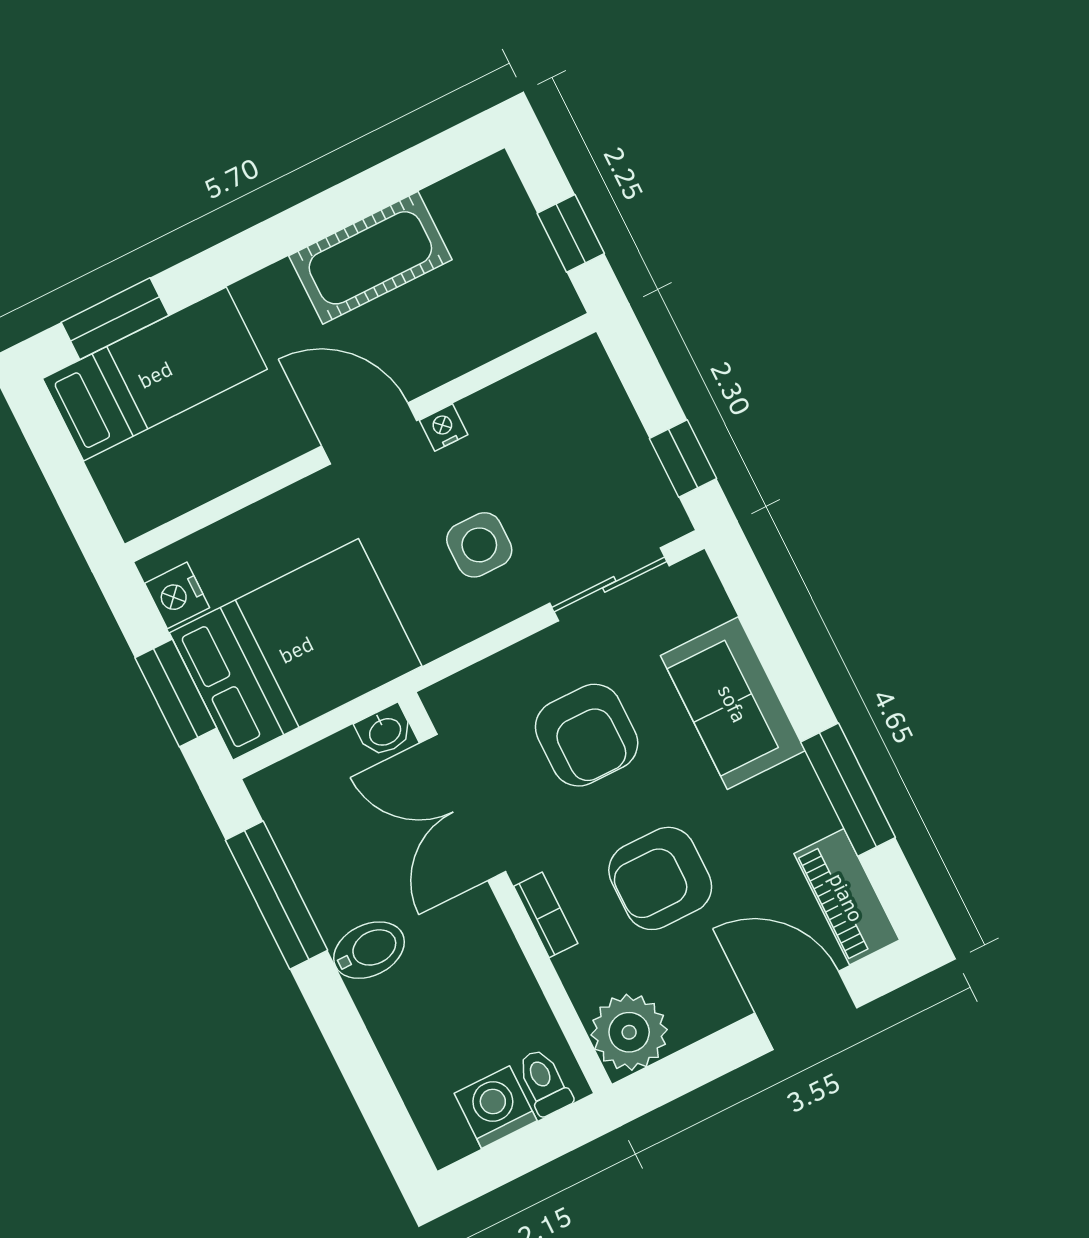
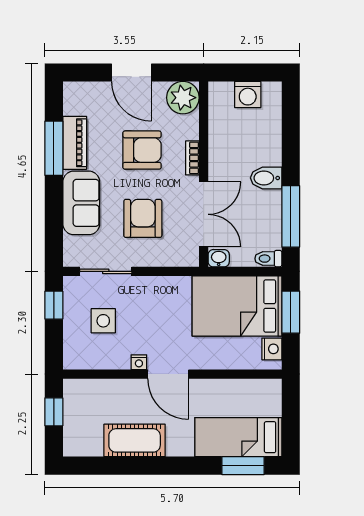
side table: (479, 545) -> (103, 321), moved
piano: (847, 897) -> (75, 143), moved
door: (806, 1010) -> (131, 72), moved
toilet: (544, 1082) -> (268, 259), moved, turned 90

